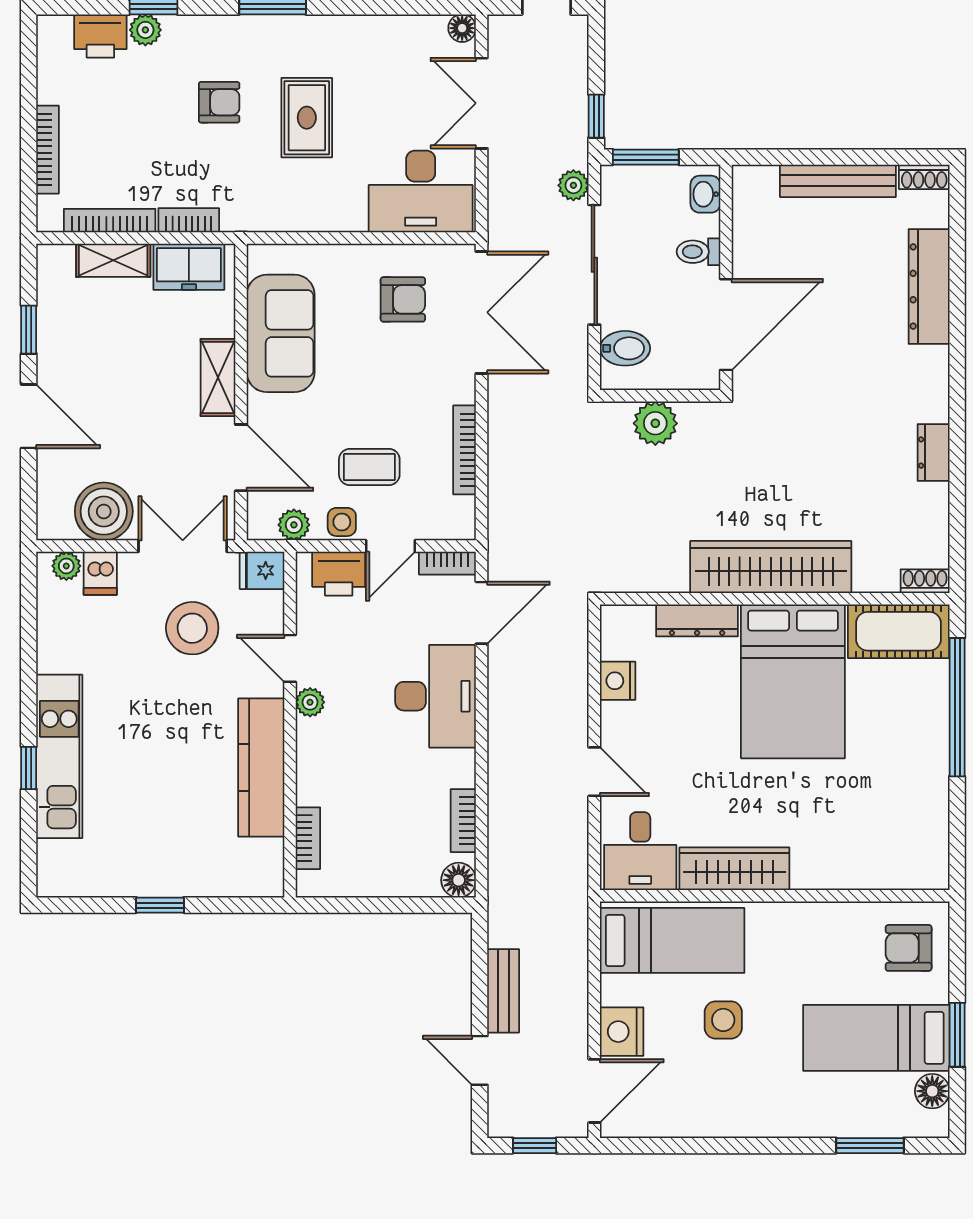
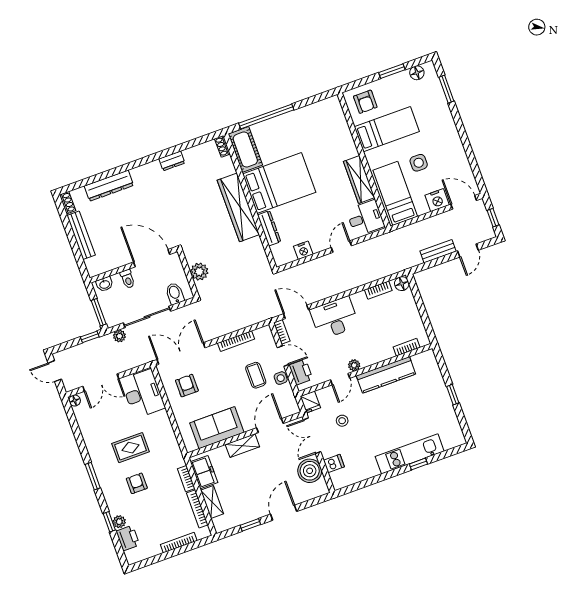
plant: (294, 525) -> (288, 396), removed
plant: (66, 566) -> (336, 478), removed
stool: (192, 628) -> (342, 421), width x0.53, depth x0.53
bed: (876, 1038) -> (387, 129), moved, turned -90

